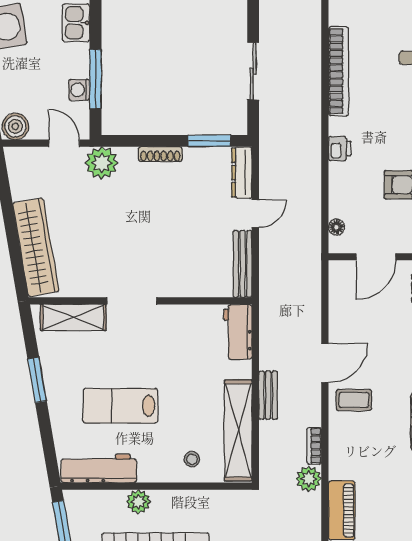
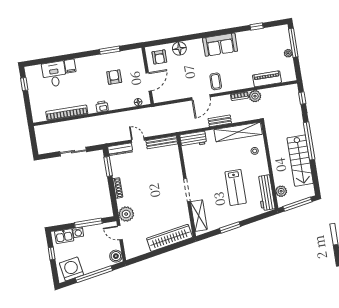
washing machine: (79, 90) -> (78, 232), moved
door: (64, 143) -> (120, 233), hinge flipped
door: (376, 257) -> (149, 82), hinge flipped
door: (325, 363) -> (201, 97), swing flipped
plant: (138, 502) -> (281, 191), moved

